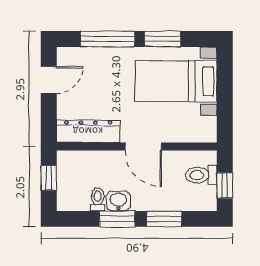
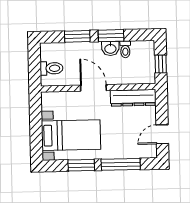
window: (225, 185) -> (34, 61), removed

